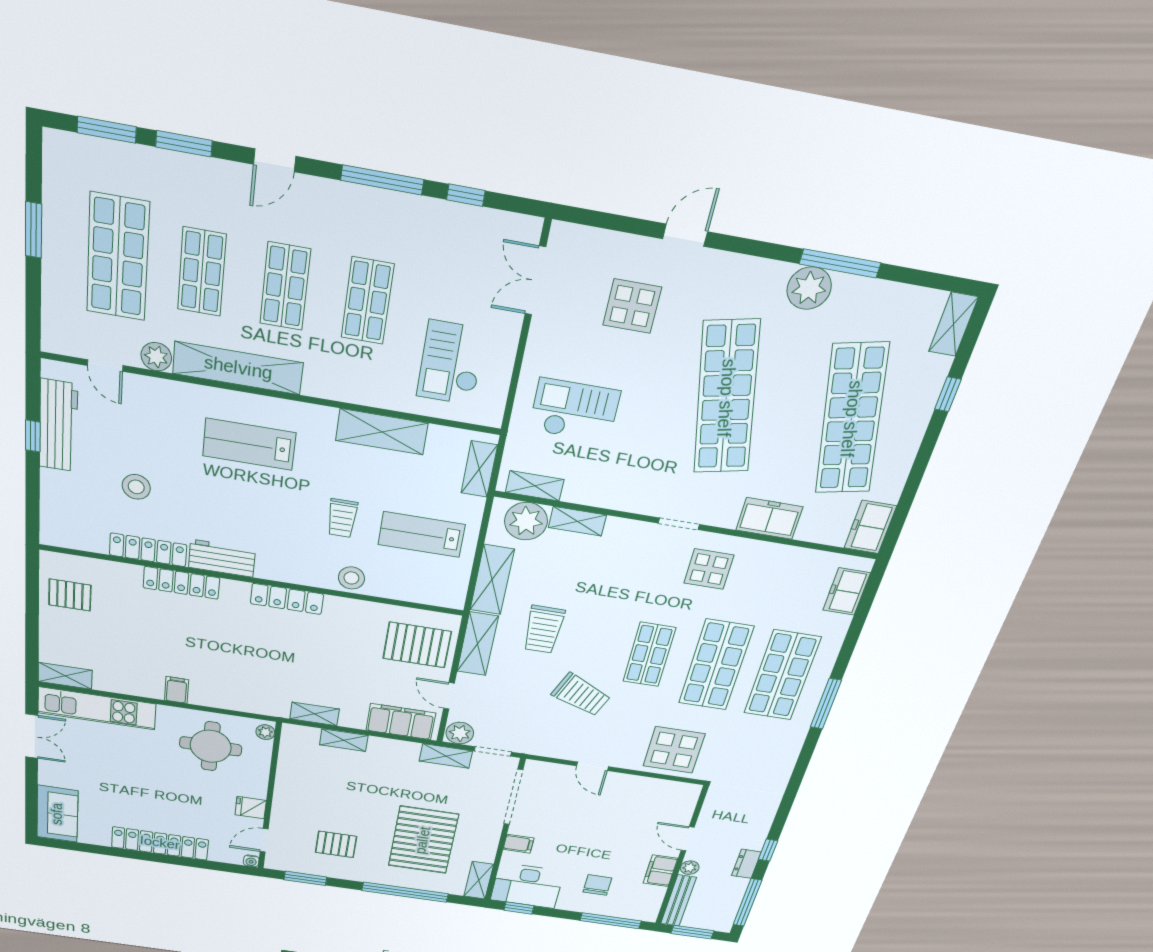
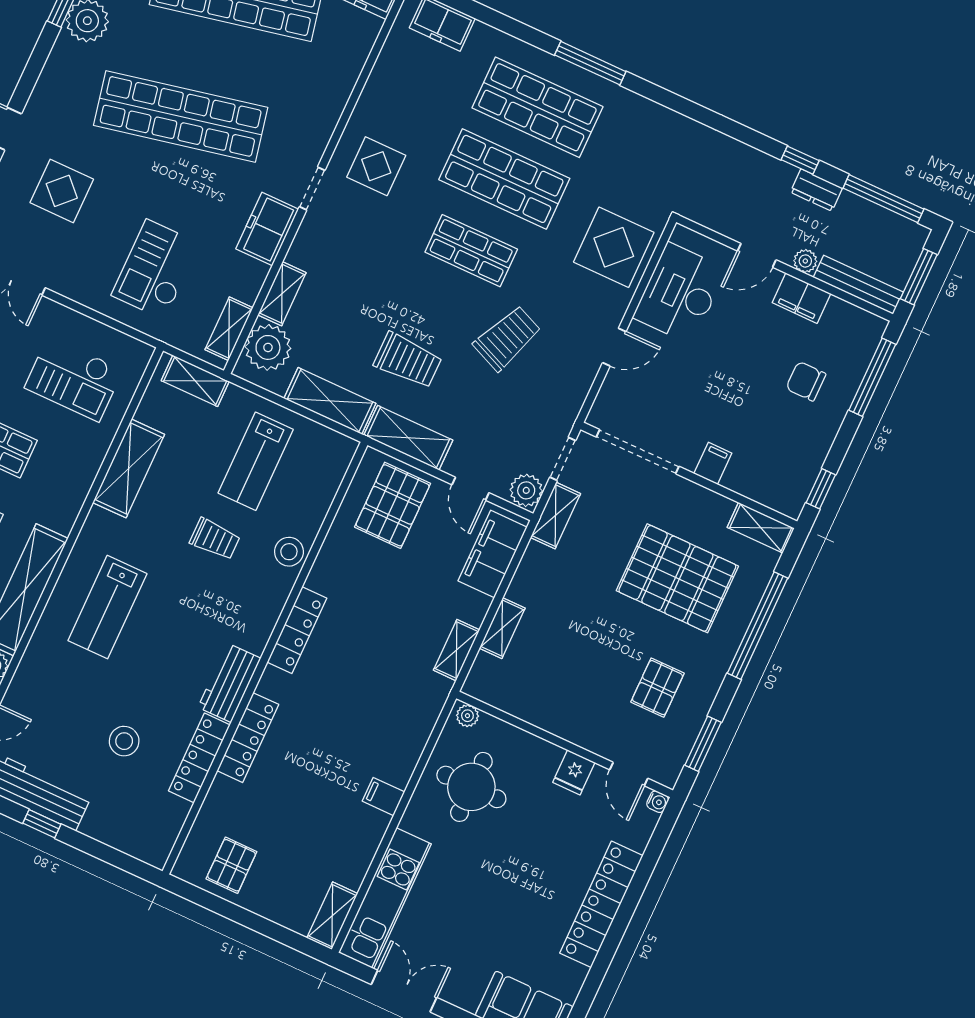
freezer: (769, 518) -> (267, 229), moved
door: (449, 696) -> (470, 489), hinge flipped
desk: (527, 886) -> (680, 293), moved, turned 180

